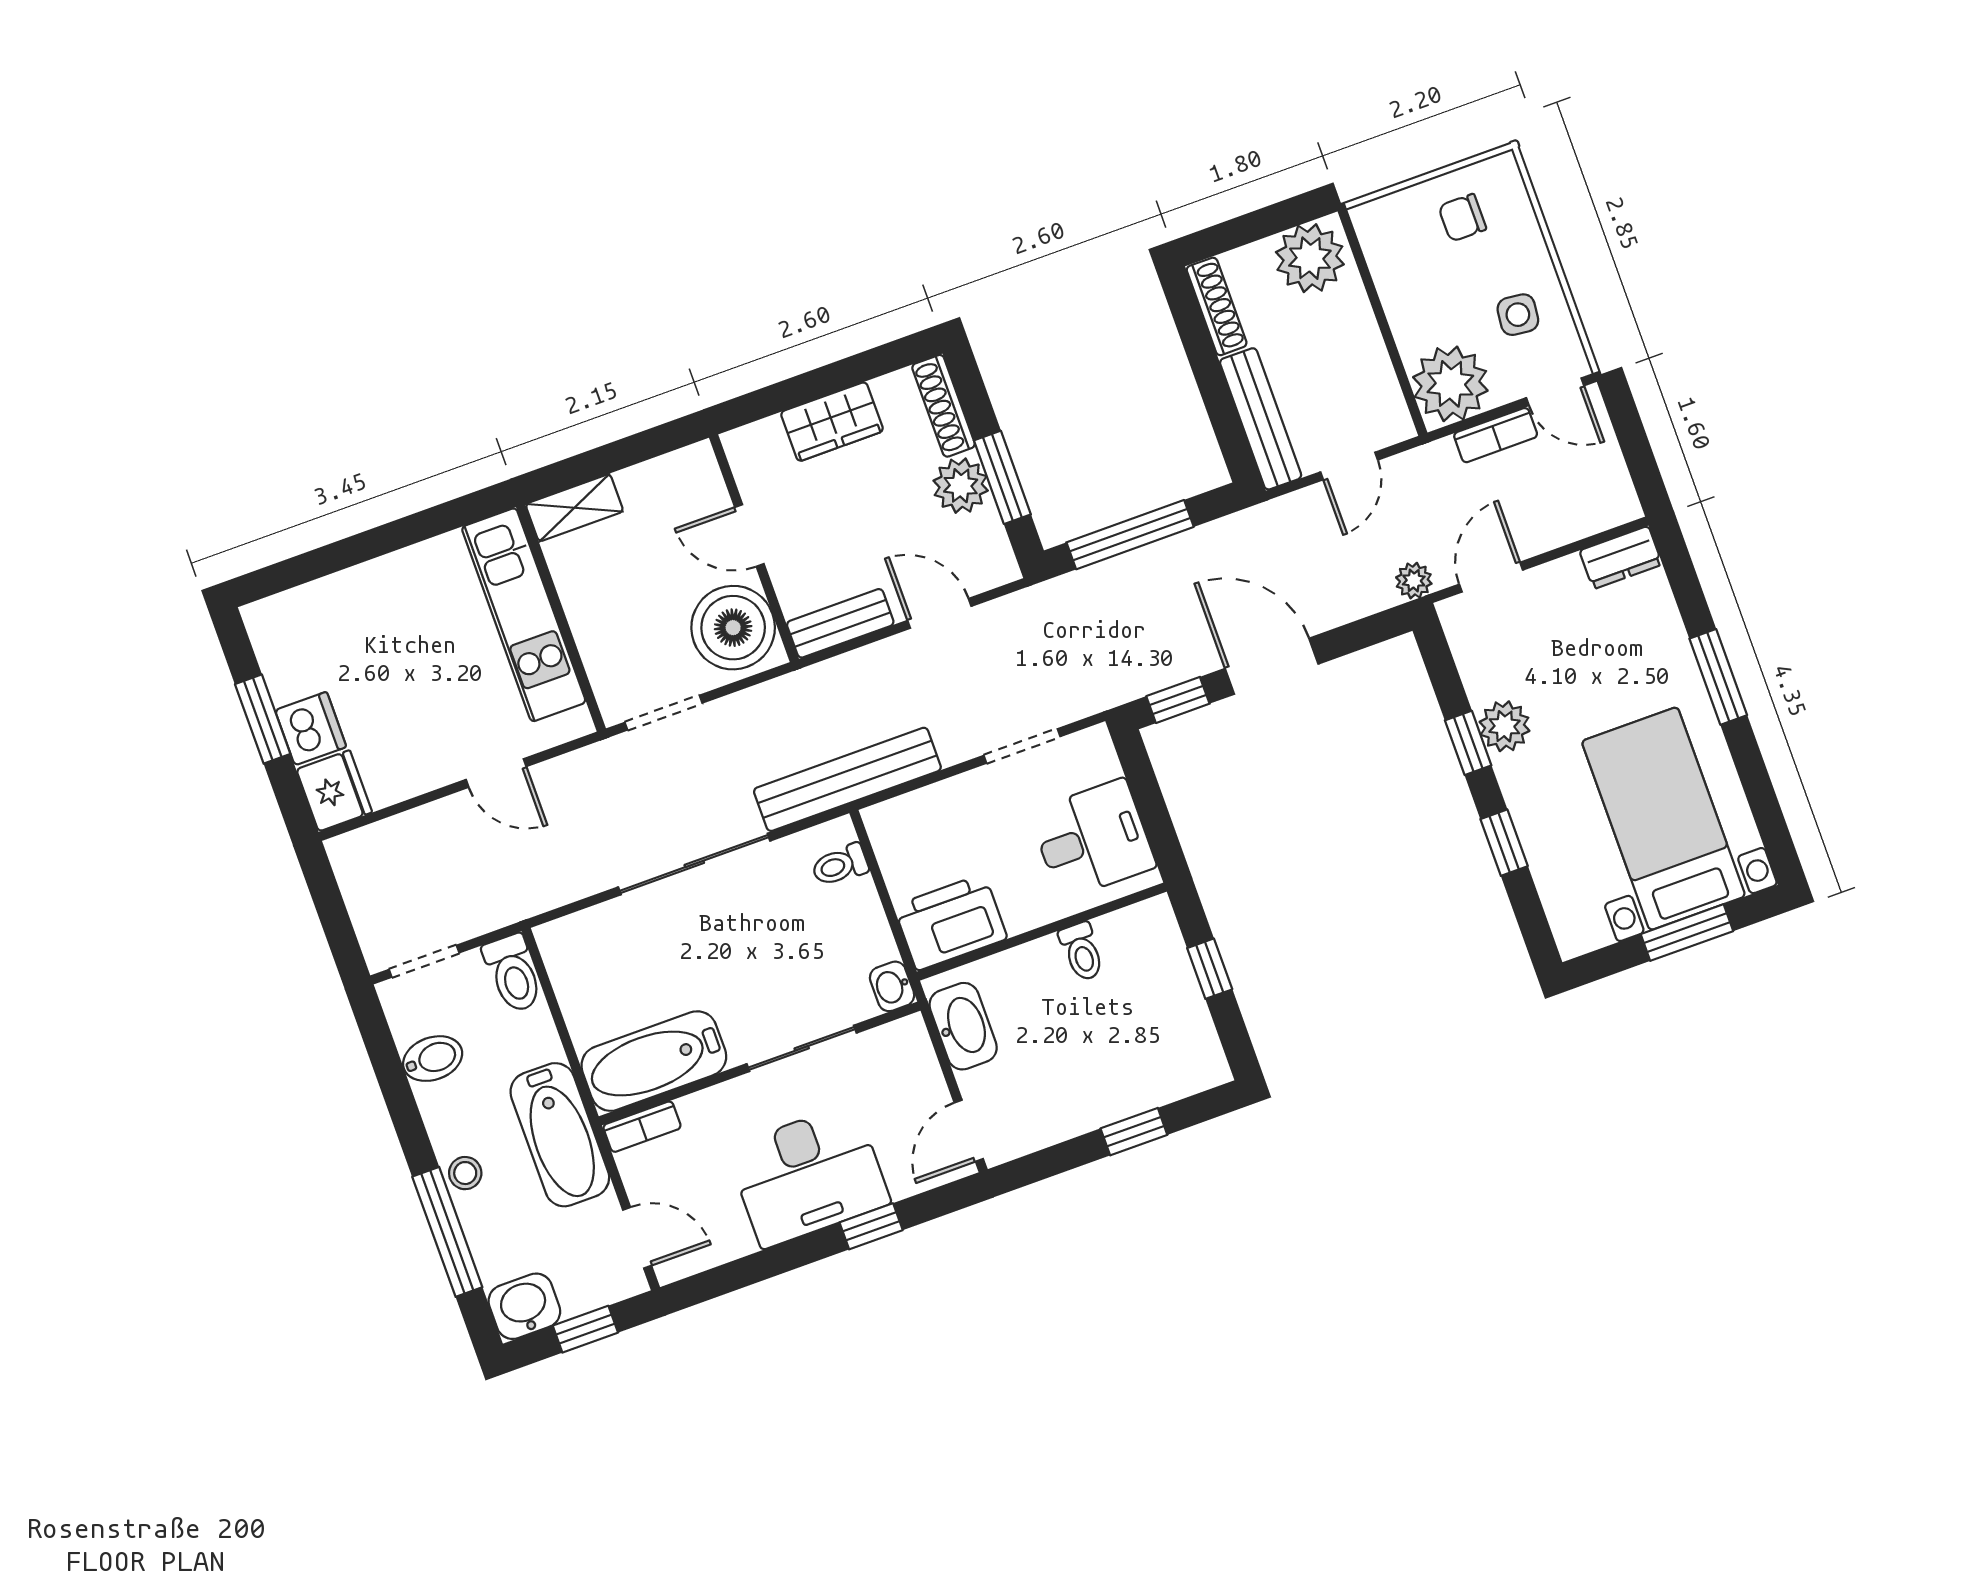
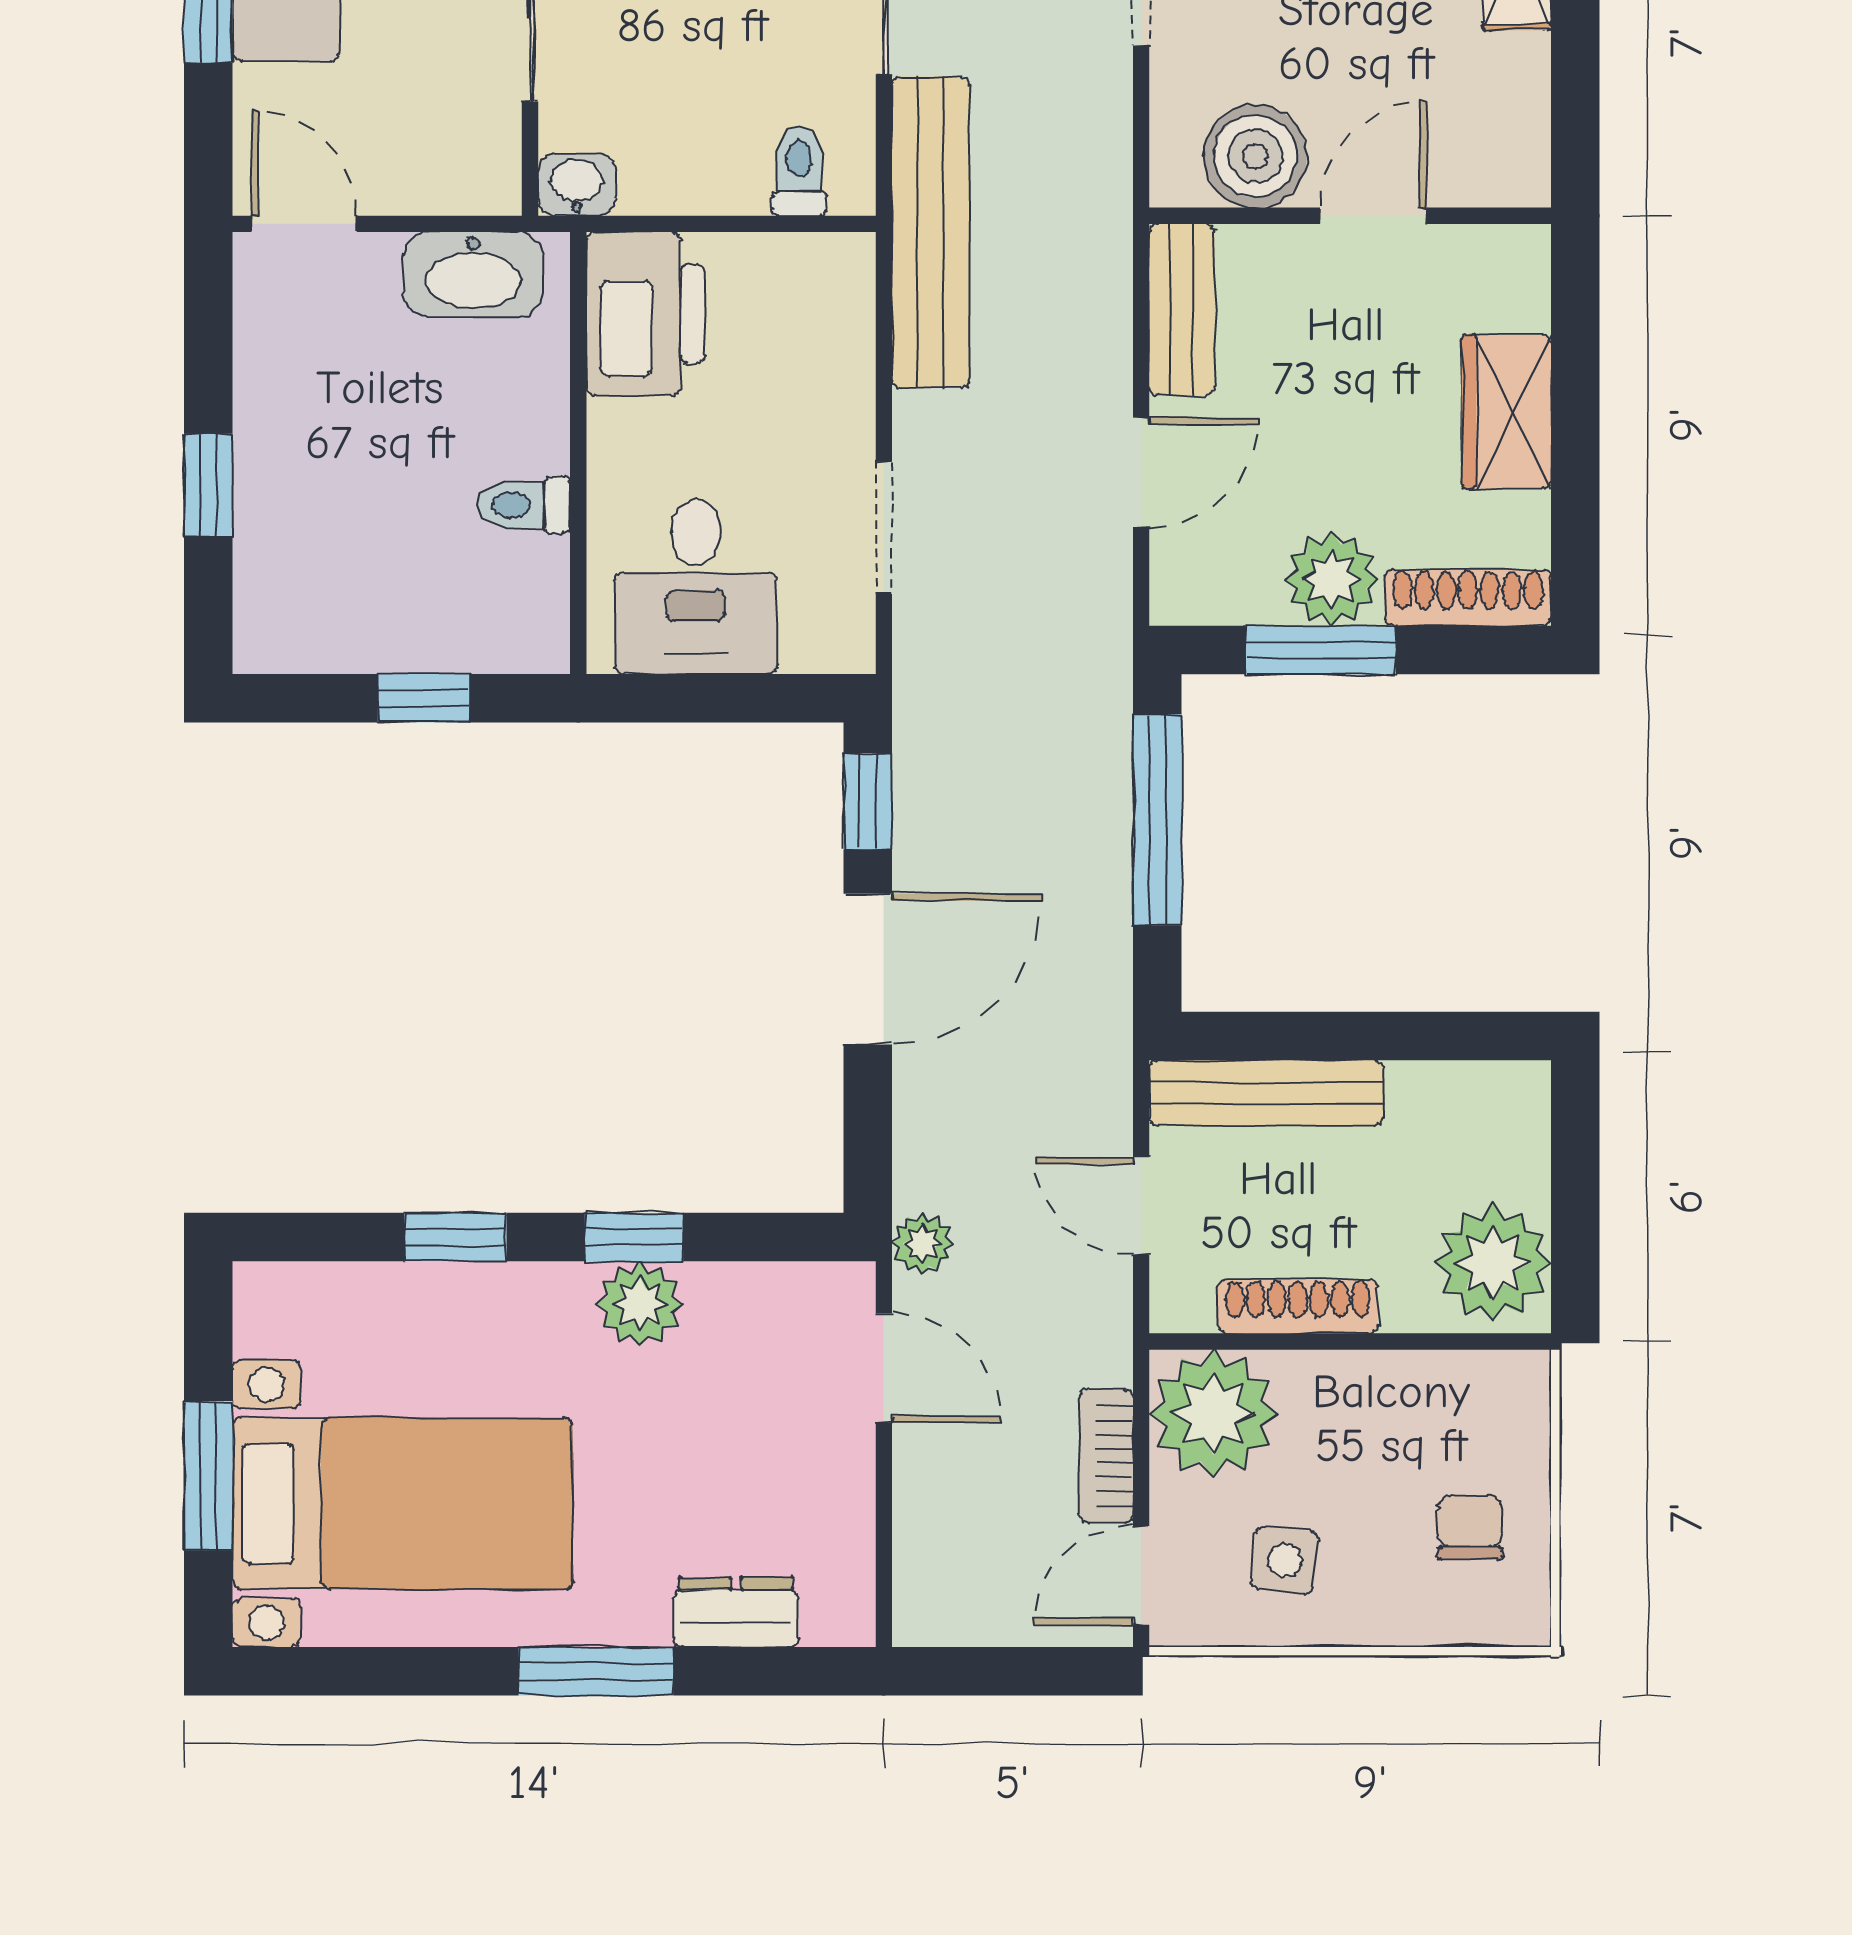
shoe rack: (1217, 306) -> (1298, 1306), moved, turned 180
dresser: (1621, 558) -> (736, 1612), moved, turned 90
boiler: (733, 628) -> (1255, 156), width x0.73, depth x0.73

